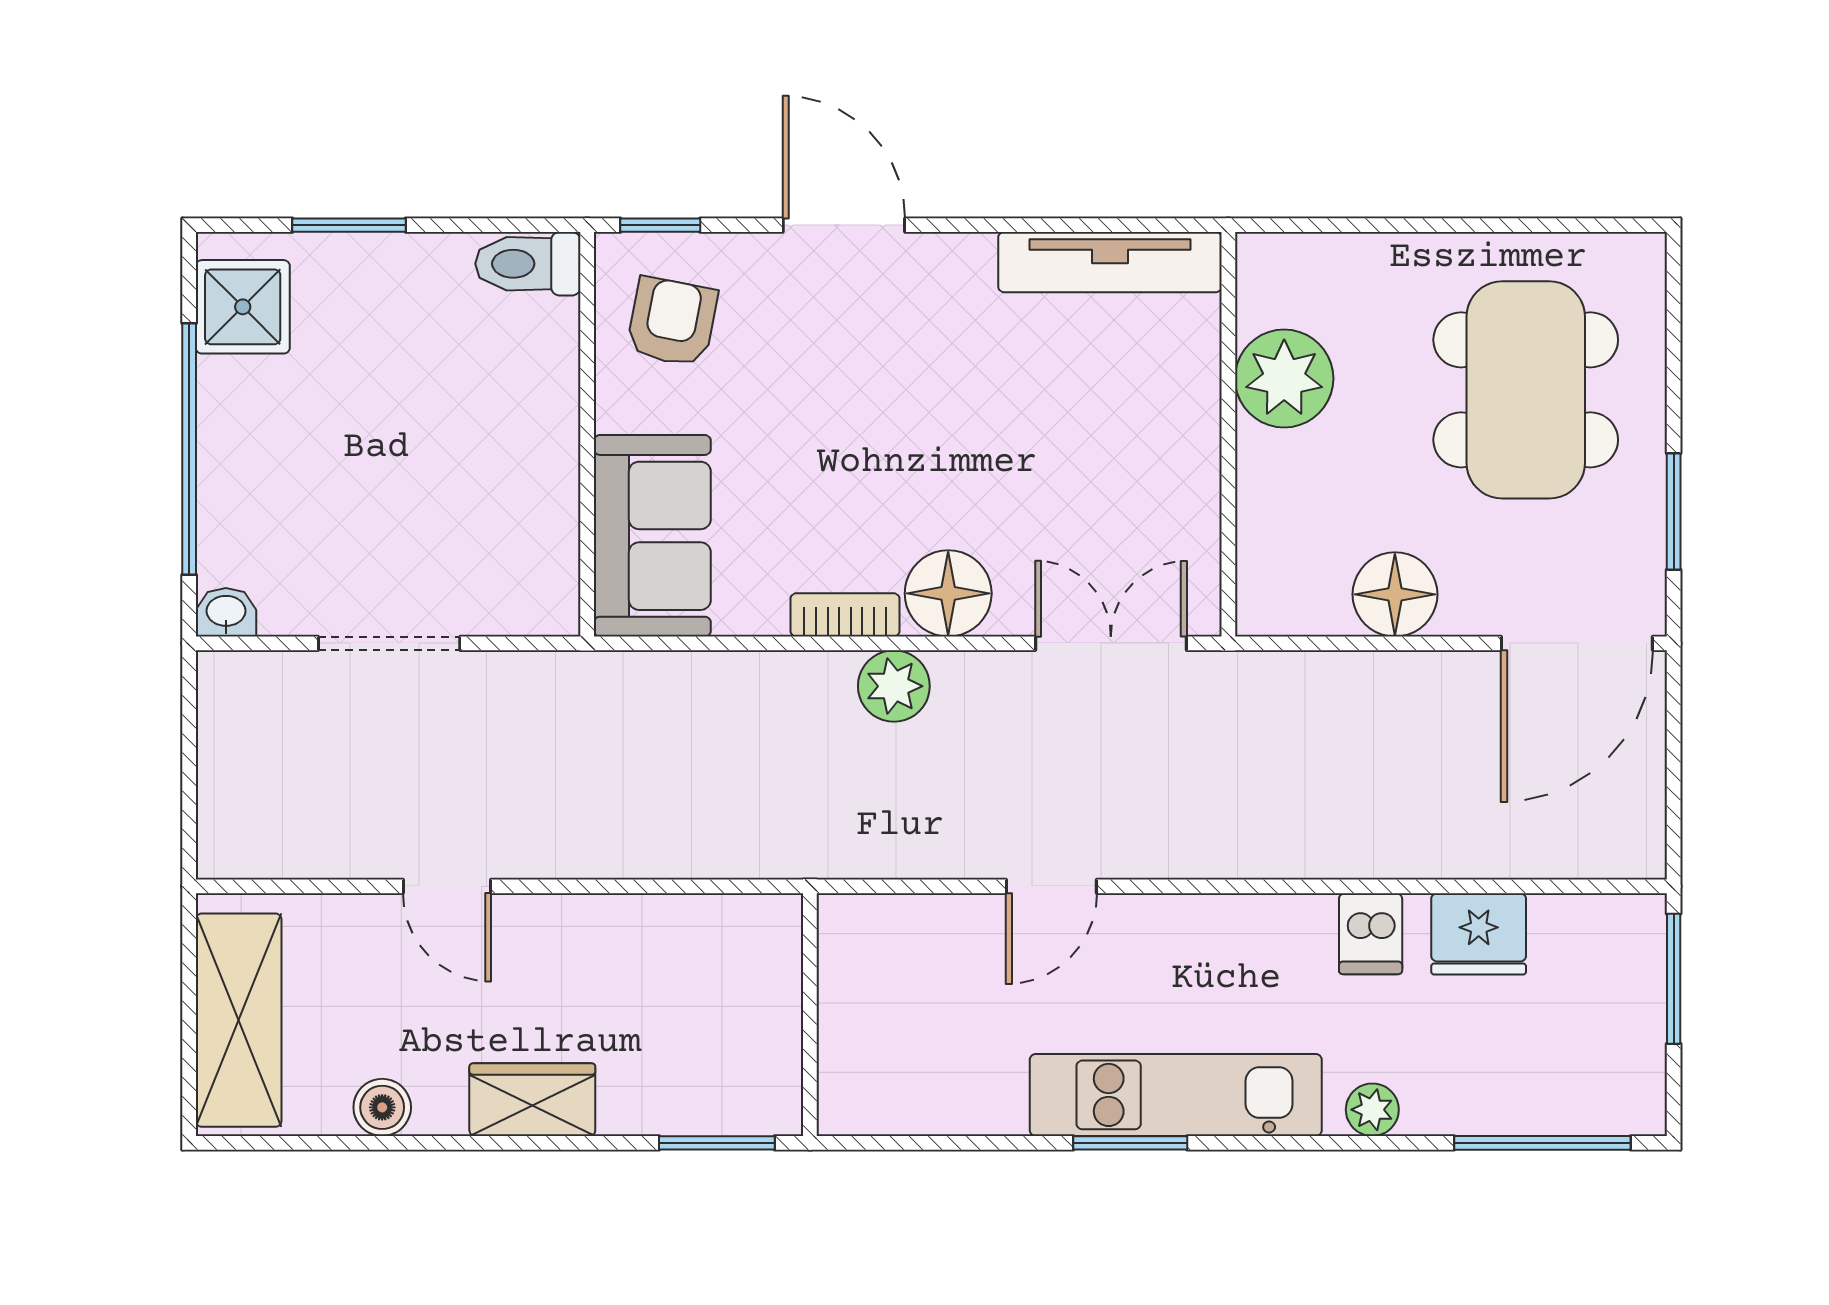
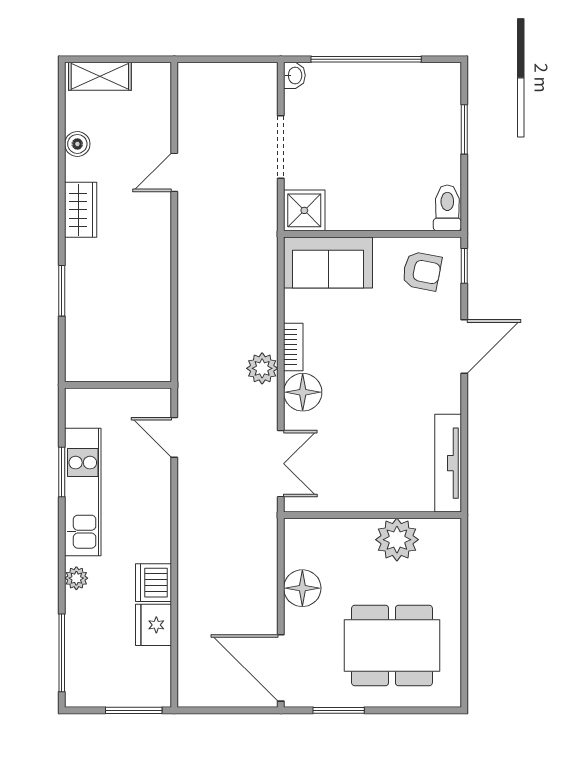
shower: (243, 307) -> (304, 210), moved
dishwasher: (1371, 934) -> (153, 583), width x1.38
wall: (810, 1015) -> (118, 385), moved
shelving: (239, 1020) -> (100, 76), width x0.67, depth x0.75

